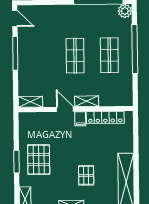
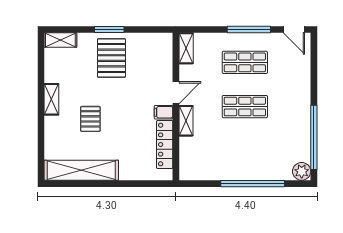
door: (15, 18) -> (294, 29), hinge flipped
shop shelf: (109, 55) -> (245, 62), moved
pallet: (39, 160) -> (111, 58), turned 90
pallet: (86, 175) -> (90, 119), turned 90

